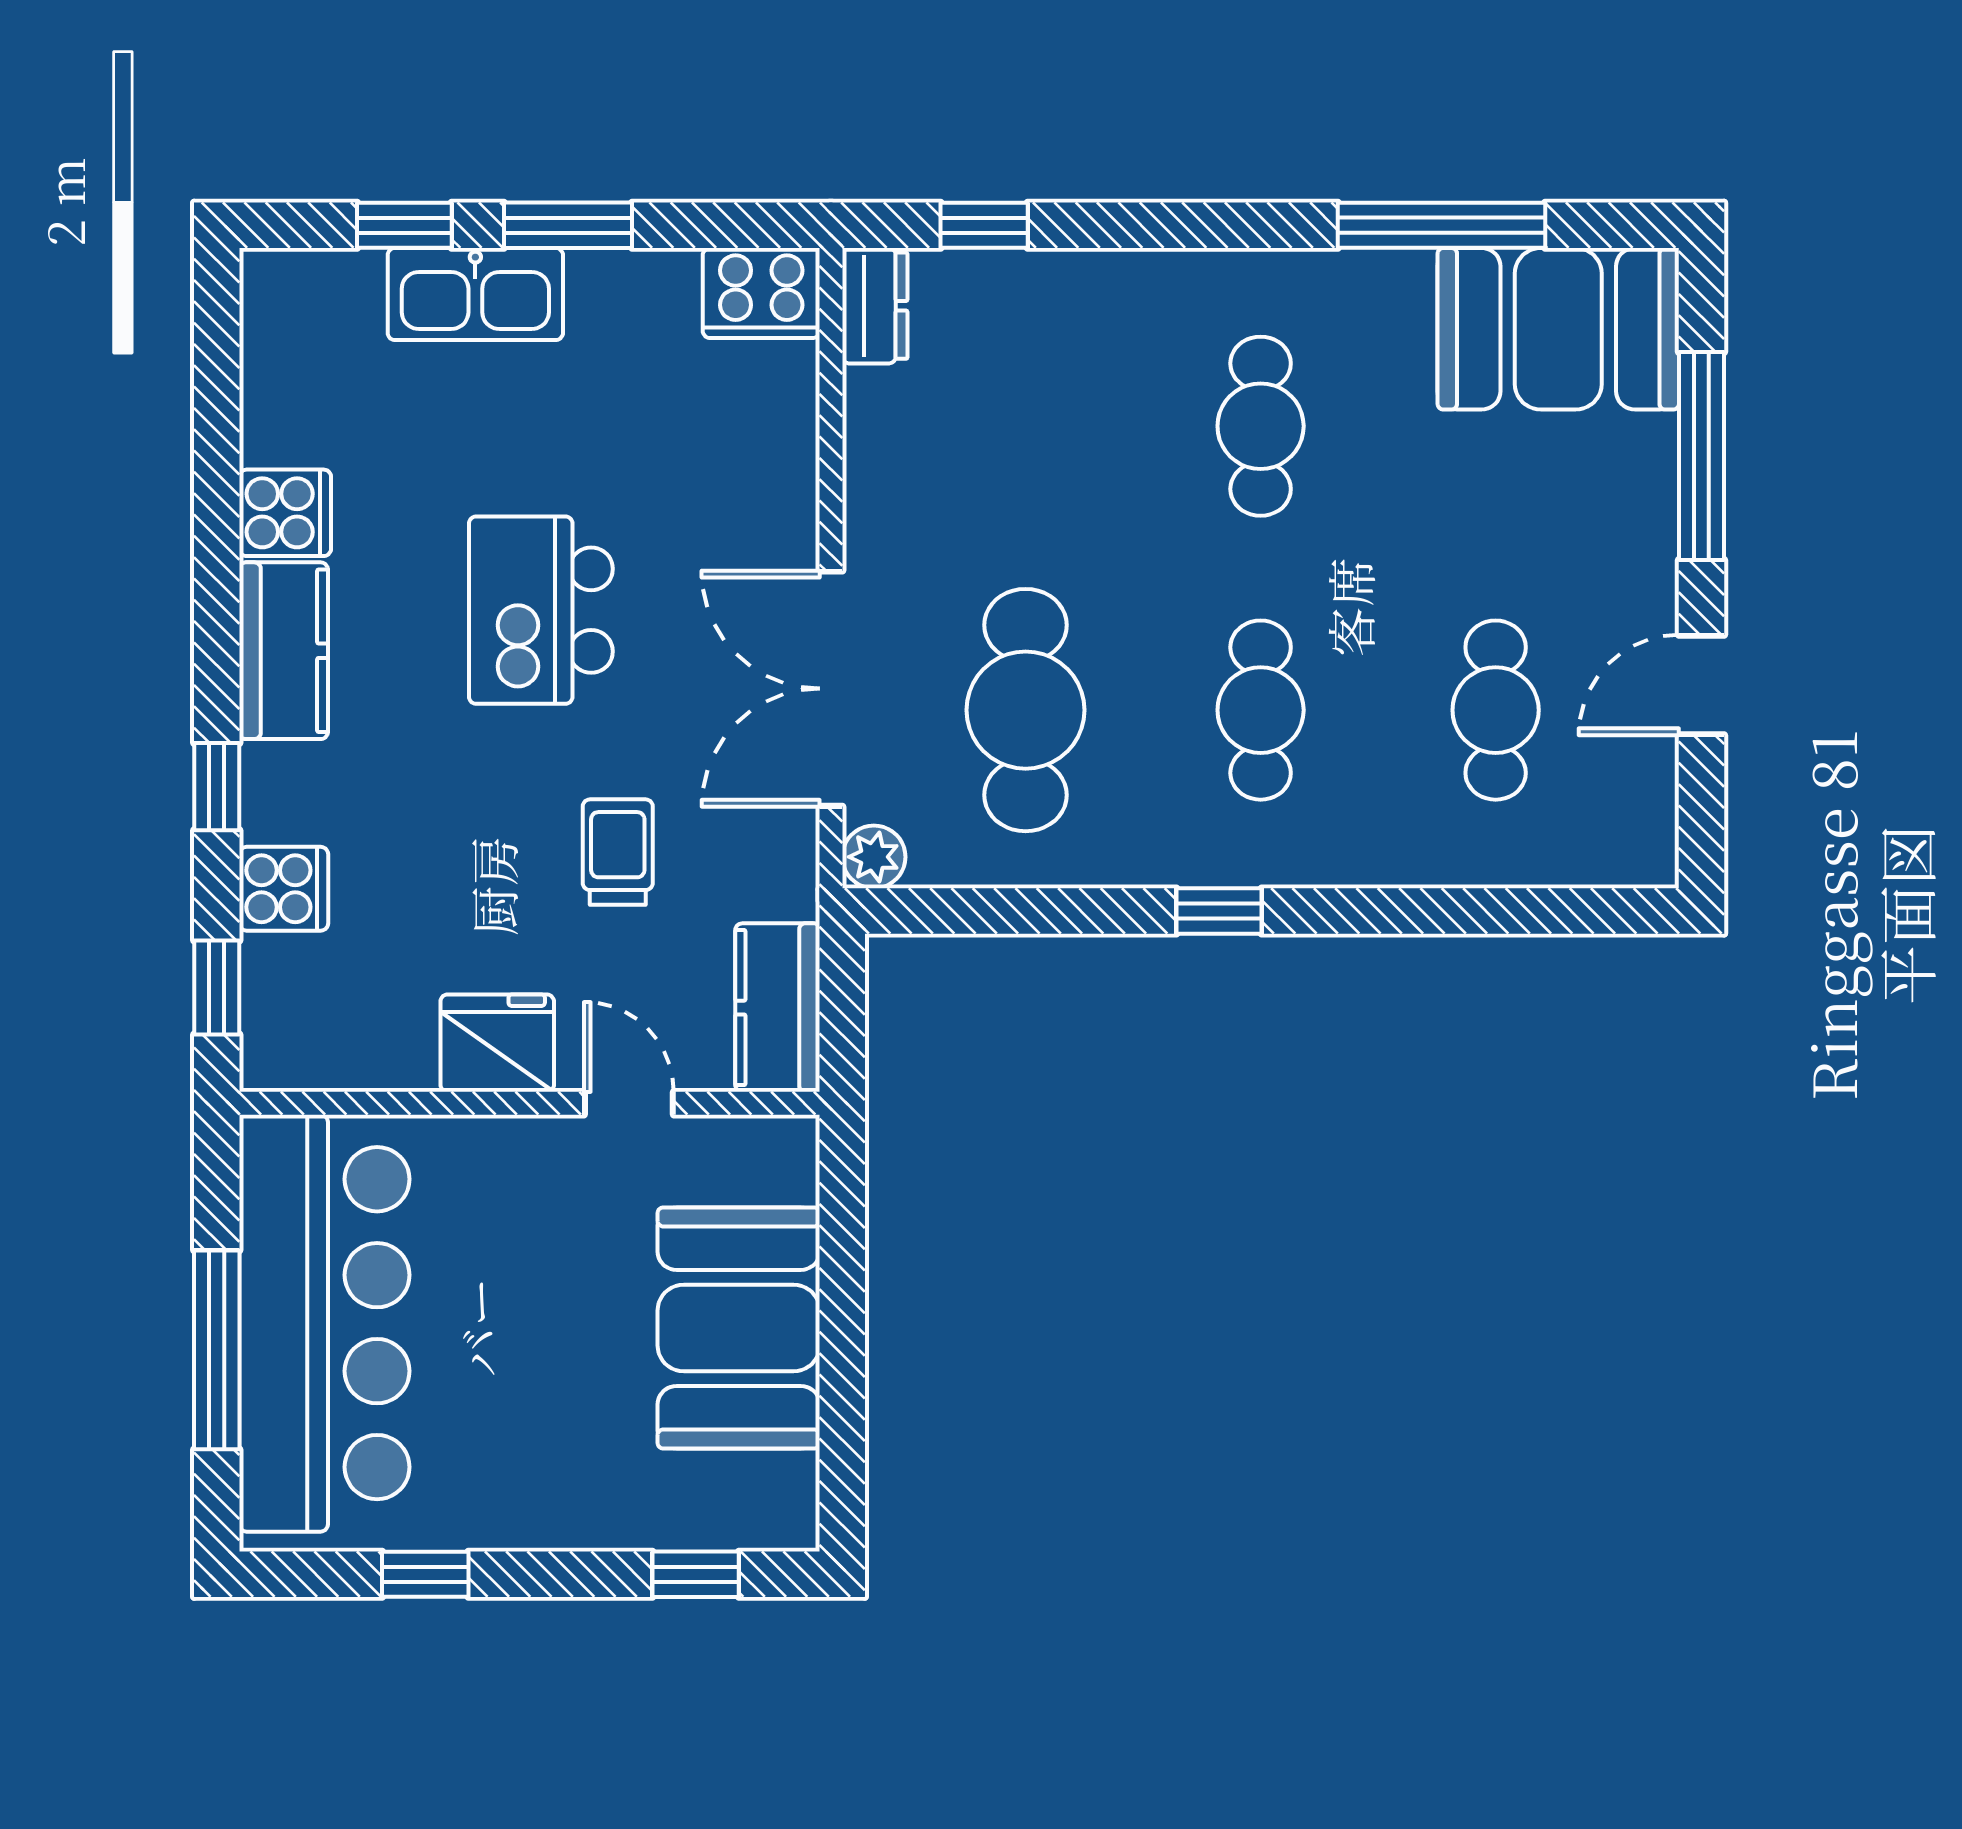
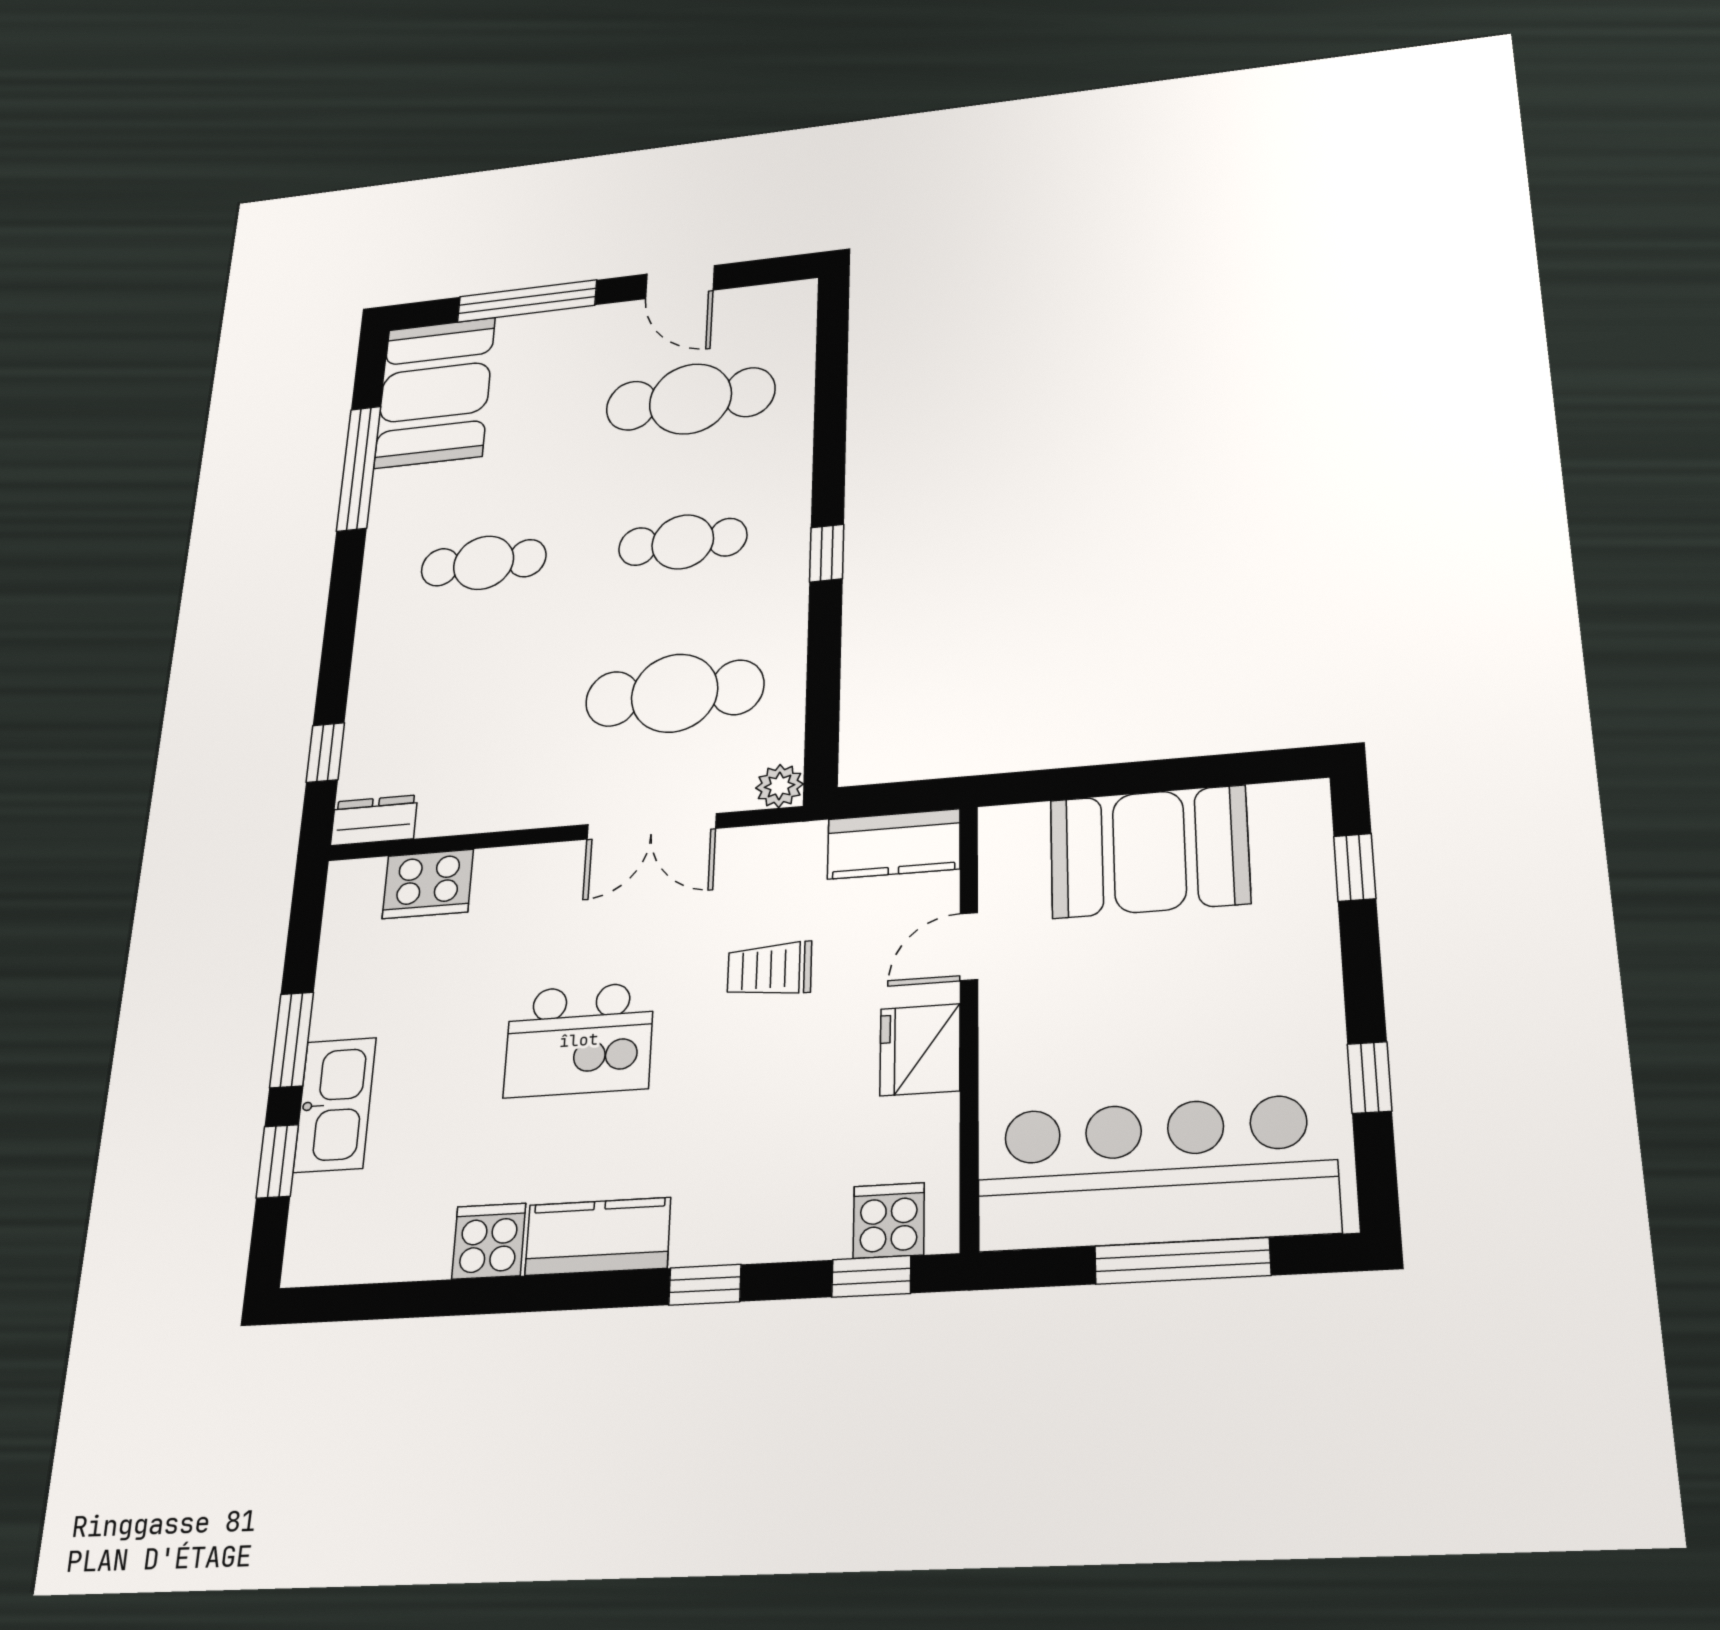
cooker: (761, 293) -> (428, 884), moved, turned 90
double door: (831, 689) -> (651, 826), width x0.73
cafe table: (1496, 710) -> (690, 399), width x1.37, depth x1.35
cooker: (284, 889) -> (889, 1221), moved

